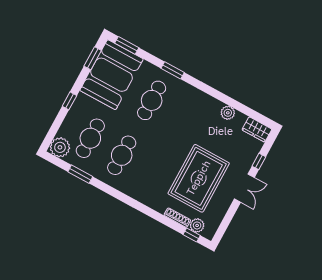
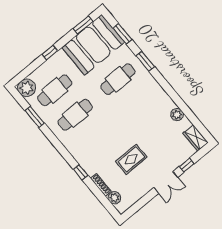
window: (127, 45) -> (122, 34), moved
rug: (199, 178) -> (131, 159), width x0.54, depth x0.49
window: (192, 235) -> (81, 172), moved

